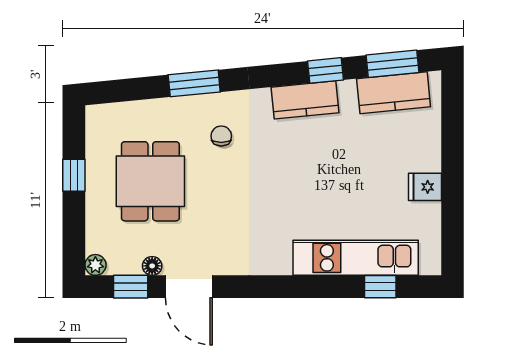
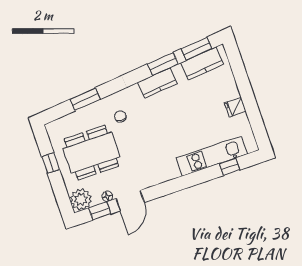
window: (325, 70) -> (163, 64), width x1.50
window: (194, 83) -> (85, 99), moved
dining table: (150, 181) -> (91, 153), width x1.37
plant: (95, 265) -> (81, 199), width x1.87, depth x1.87
door: (189, 287) -> (130, 201), hinge flipped

